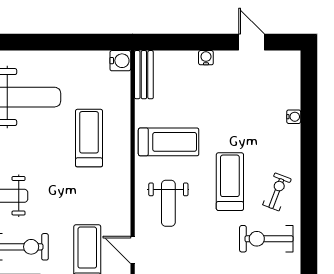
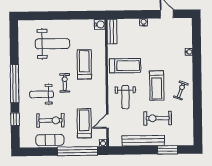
exercise bike: (50, 174) -> (65, 83), added
treadmill: (230, 182) -> (157, 86), turned 180
exercise bike: (266, 239) -> (158, 118), moved
door: (133, 250) -> (107, 121), hinge flipped

